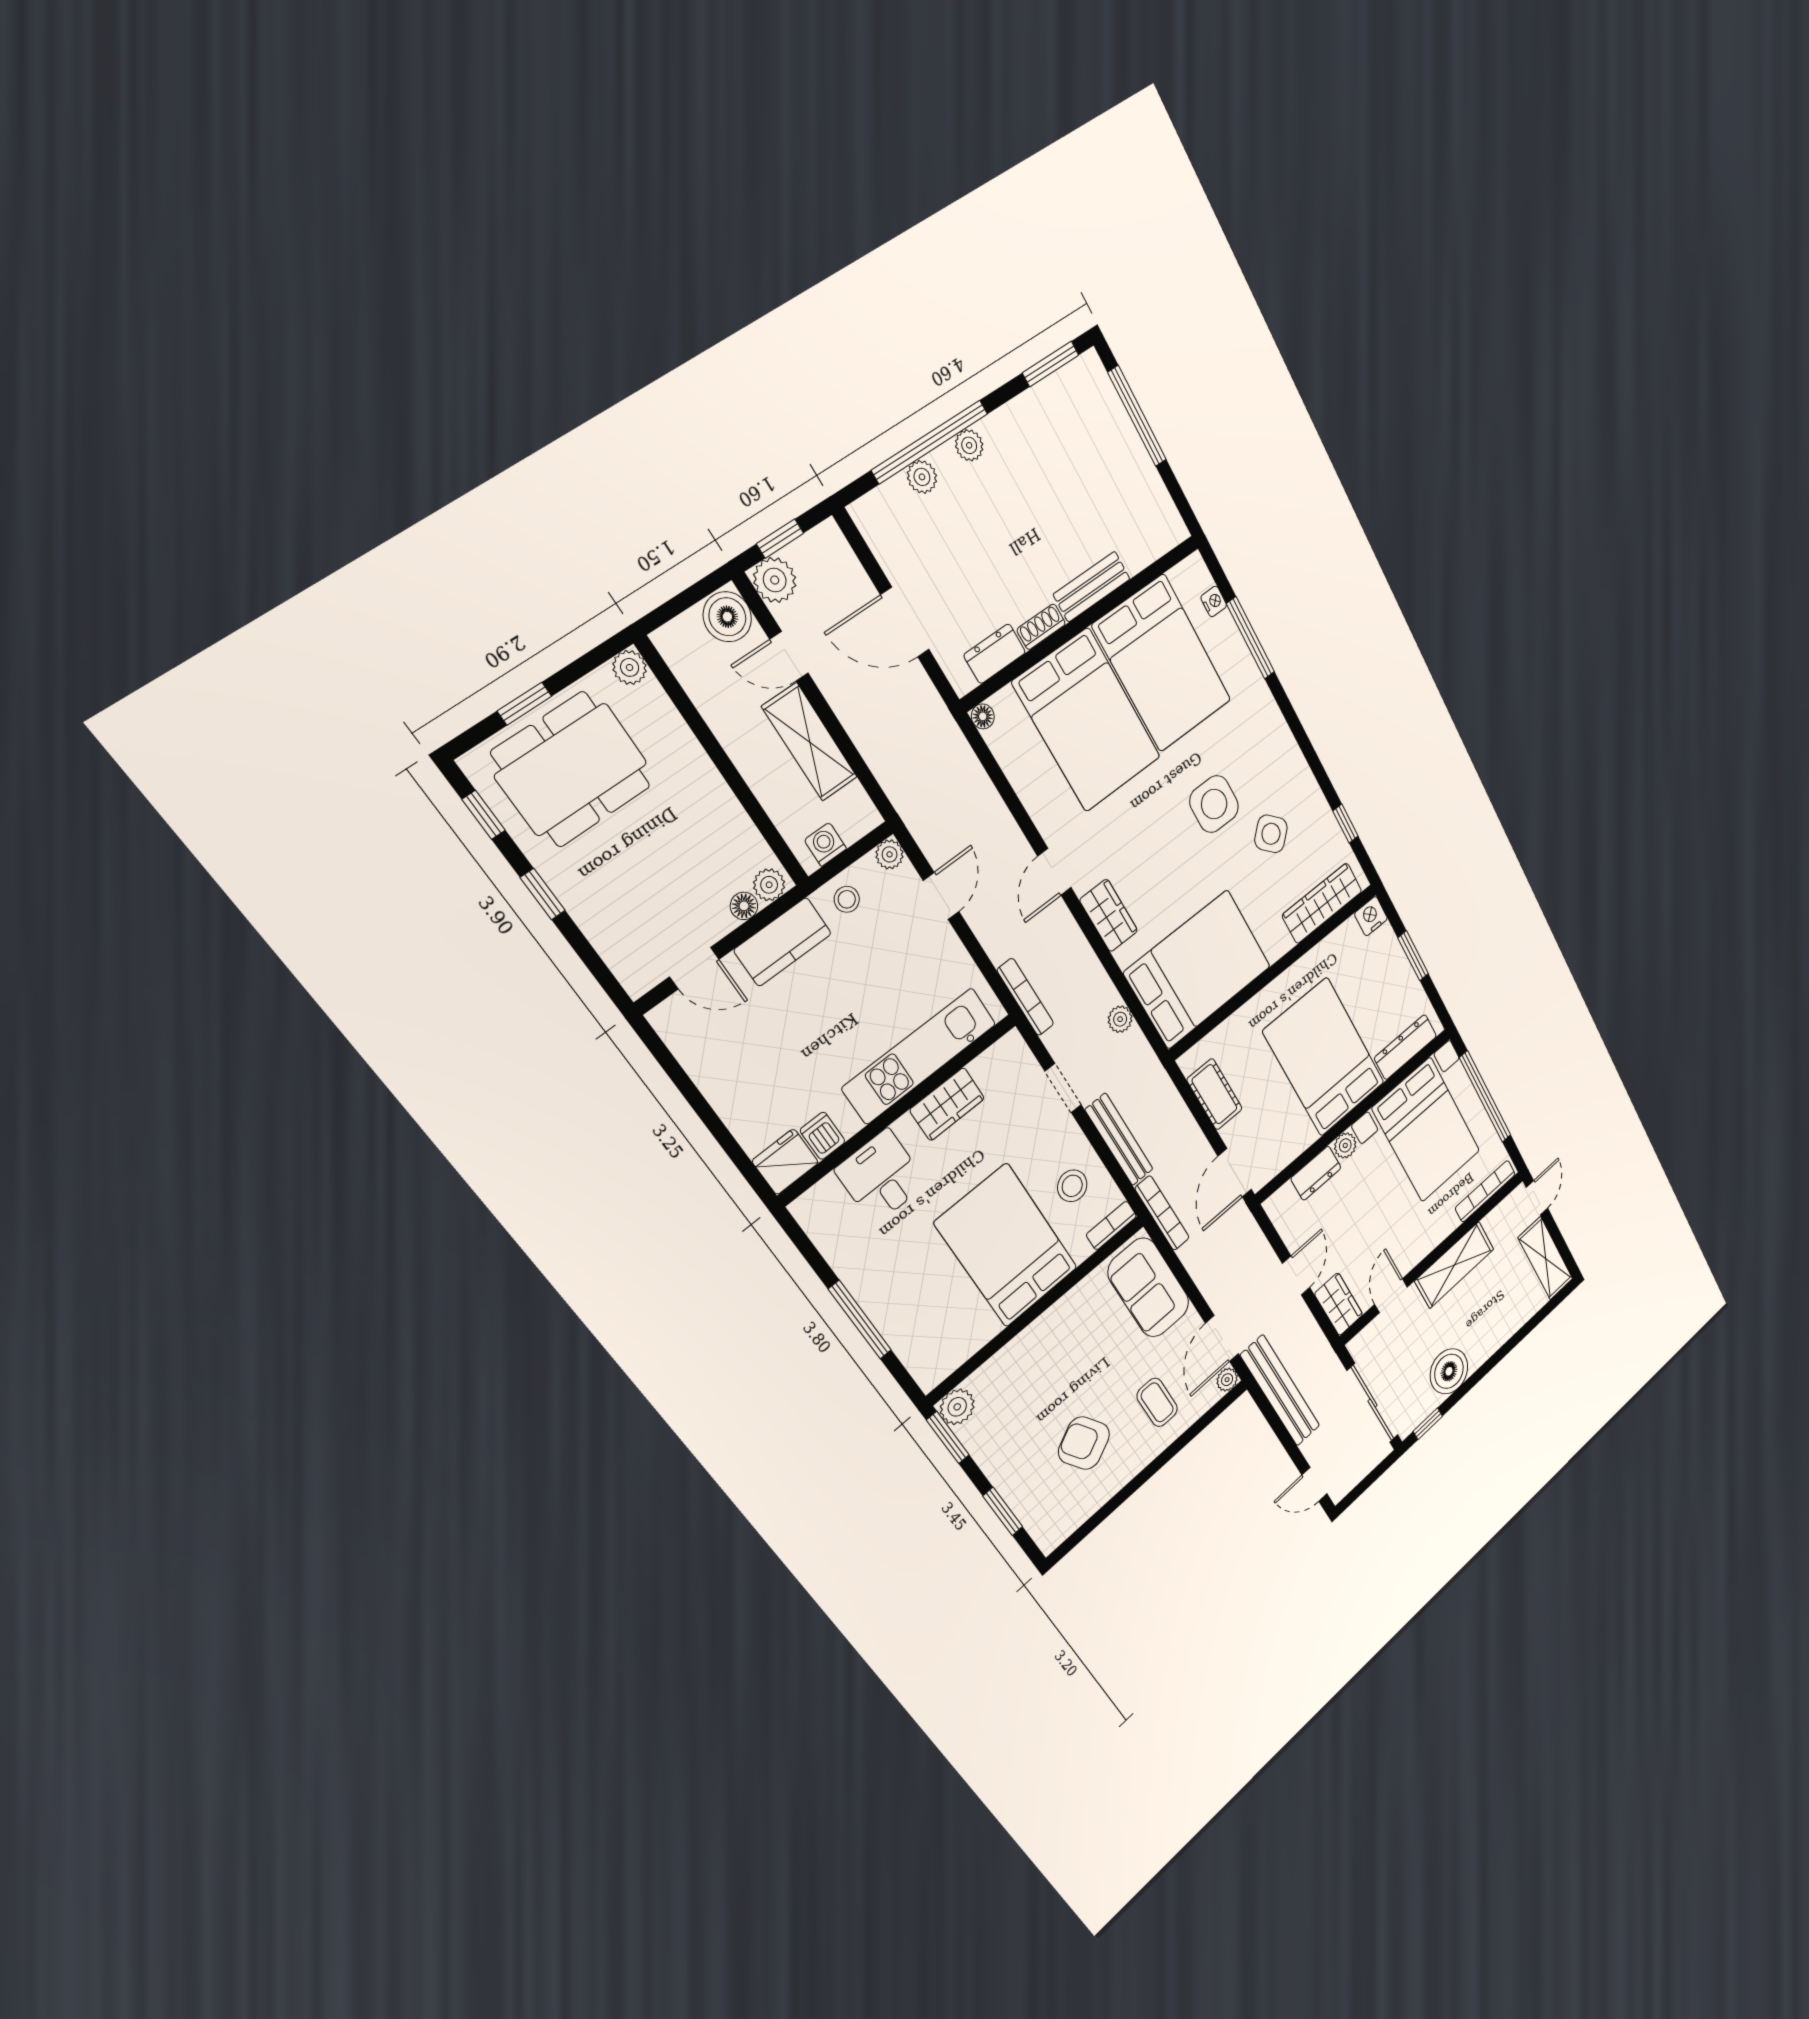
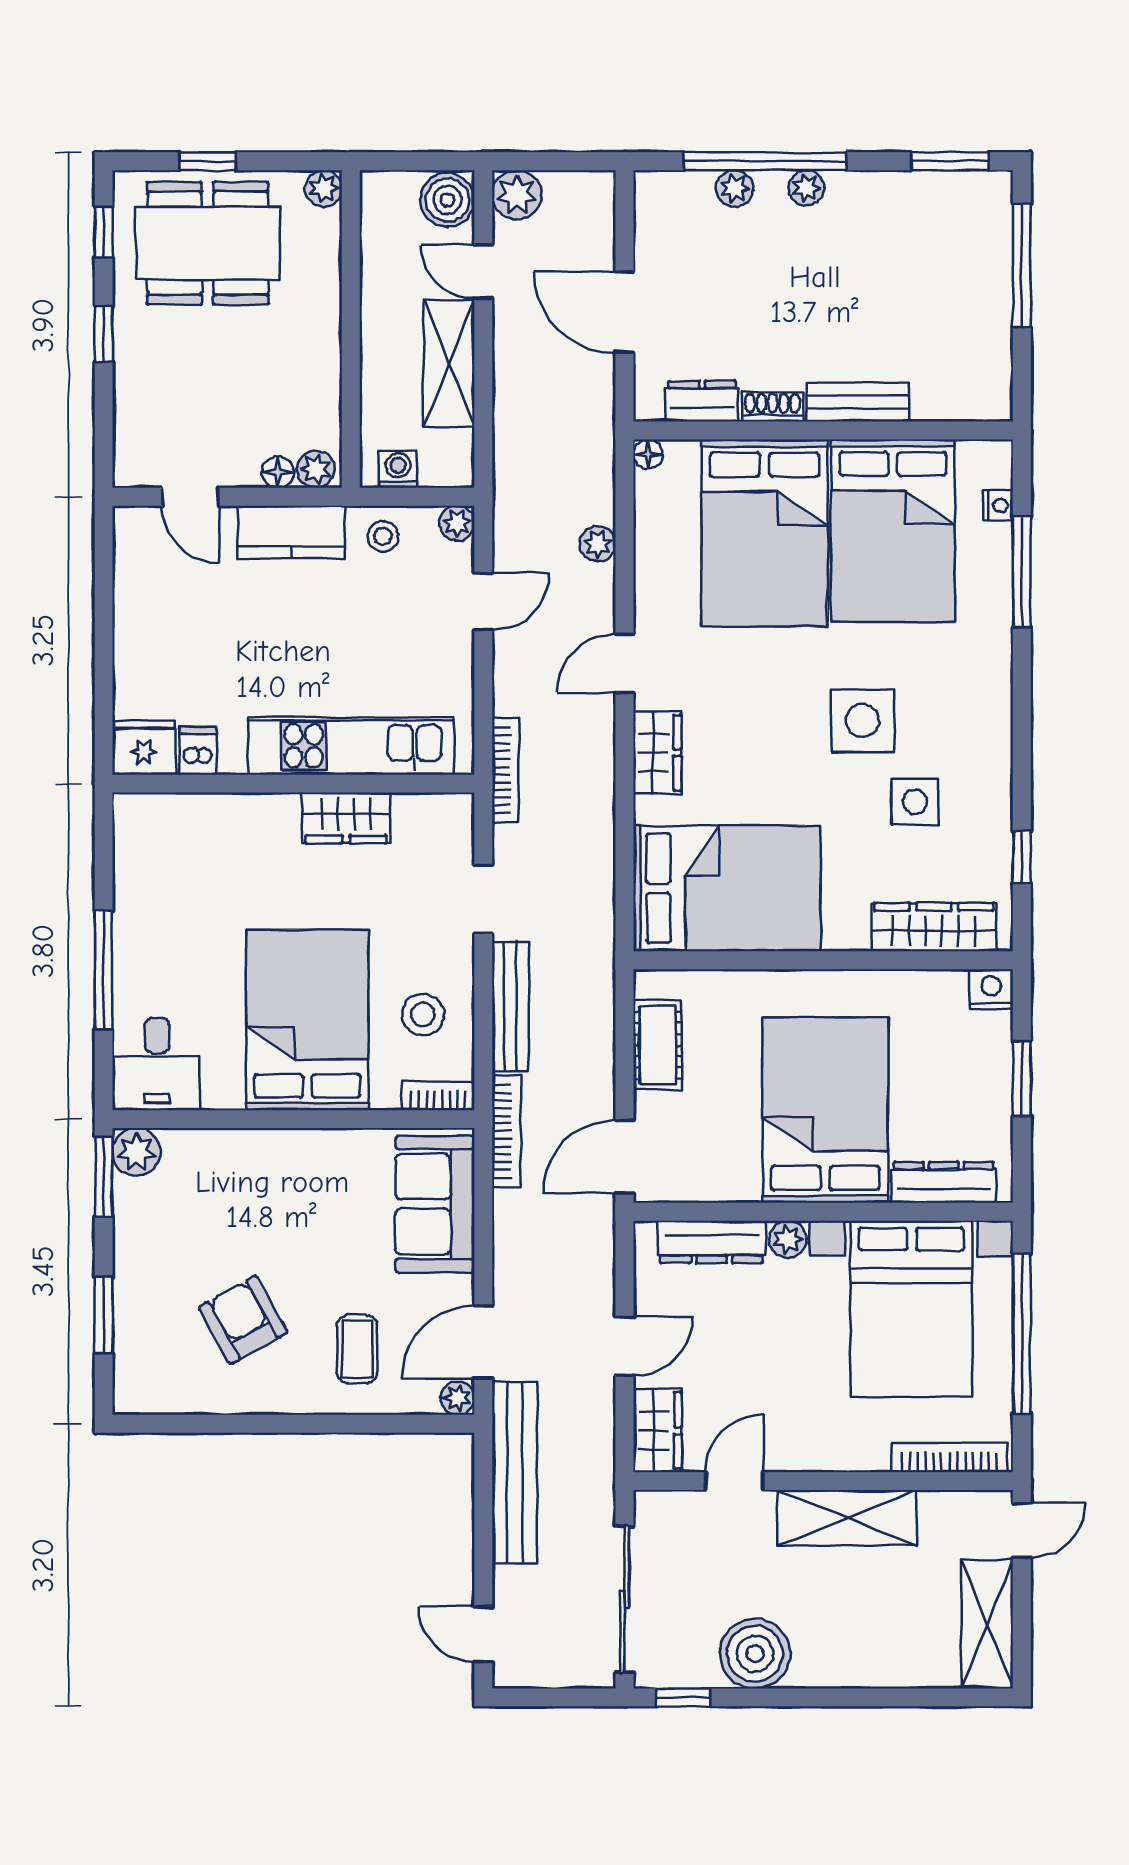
window: (780, 539) -> (548, 161), removed
side table: (1271, 834) -> (915, 802), turned 45
plant: (1120, 1019) -> (598, 544), moved
dresser: (1316, 1173) -> (712, 1242), width x1.44
desk: (881, 1177) -> (157, 1064), moved, turned 180

